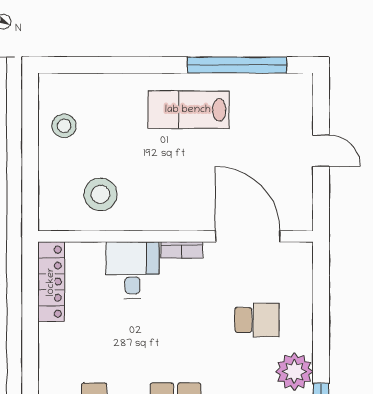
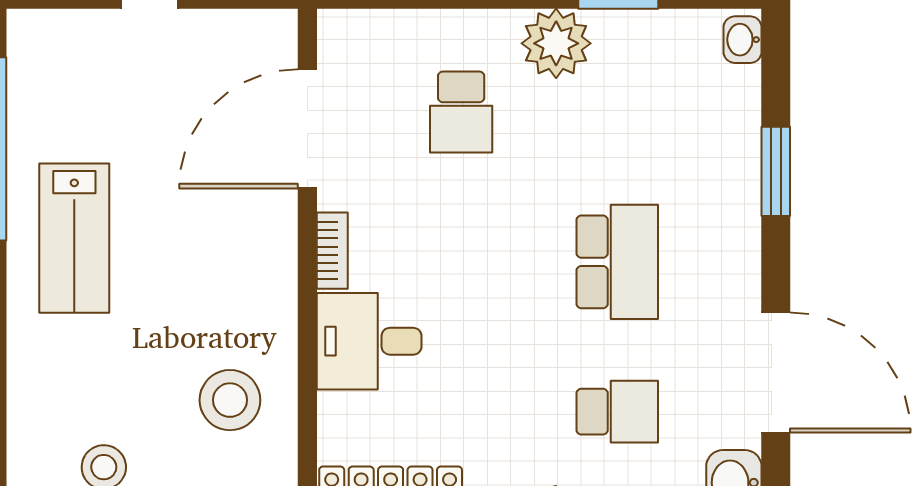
school desk: (257, 320) -> (461, 112), turned 180

